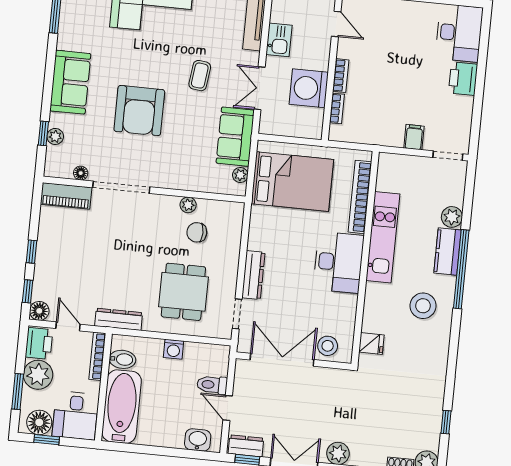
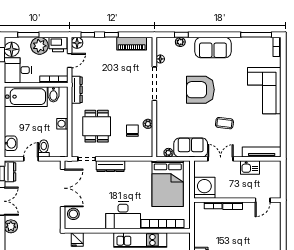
washing machine: (309, 88) -> (204, 188), moved
piano: (66, 196) -> (132, 44), moved, turned -90
dining table: (183, 292) -> (97, 126), turned 90

